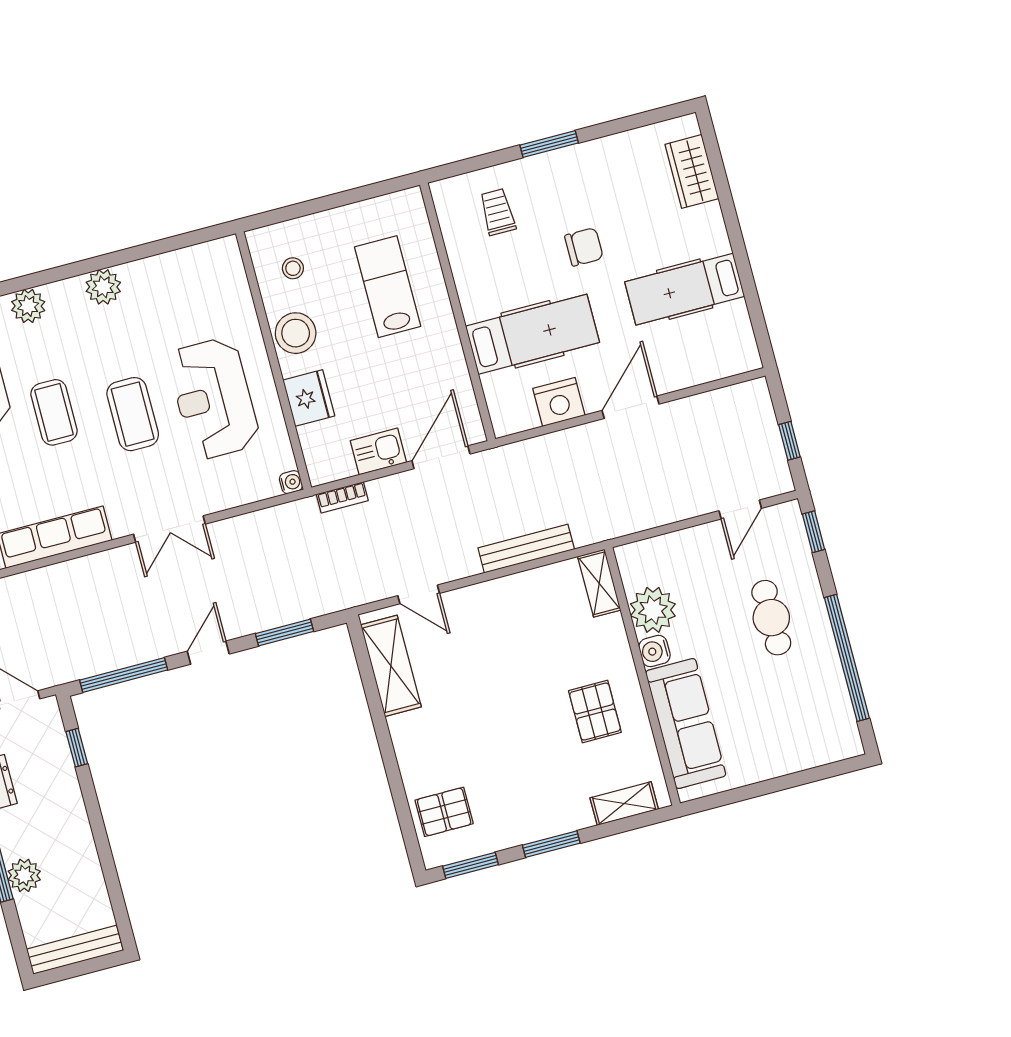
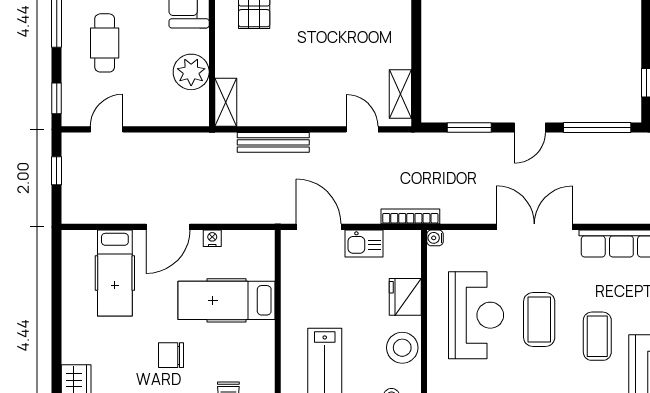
hospital bed: (685, 289) -> (115, 273), moved, turned 90
nightstand: (559, 402) -> (212, 238), width x0.53, depth x0.56
door: (441, 457) -> (319, 227), swing flipped
bookcase: (342, 497) -> (410, 216), width x1.56
double door: (169, 529) -> (534, 227), width x1.37
water cooler: (655, 651) -> (198, 41), removed
shelving: (391, 666) -> (400, 94), width x0.67, depth x0.75

